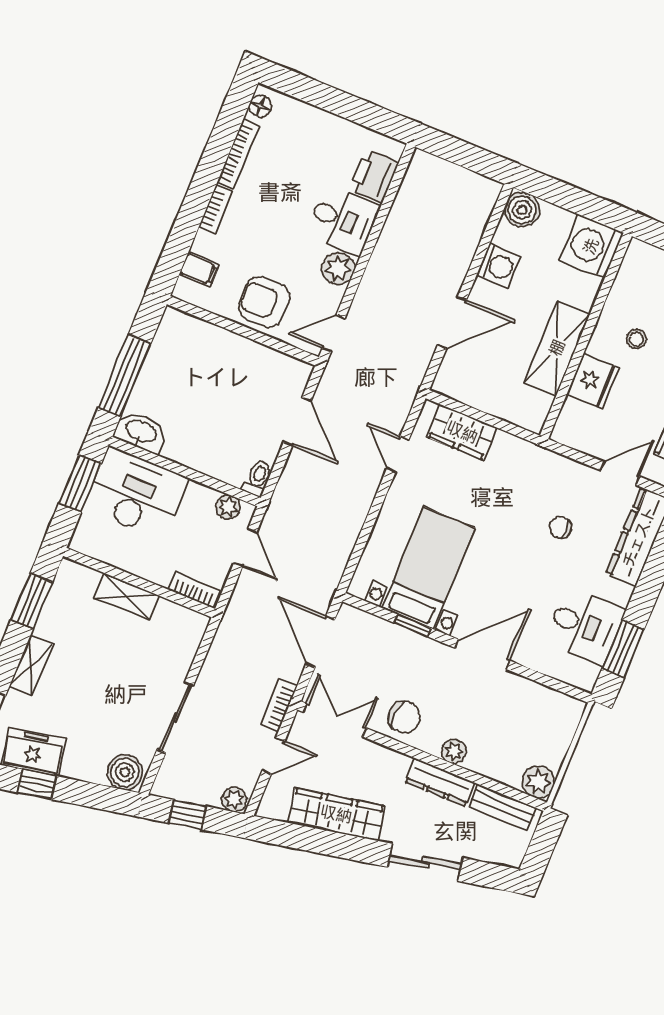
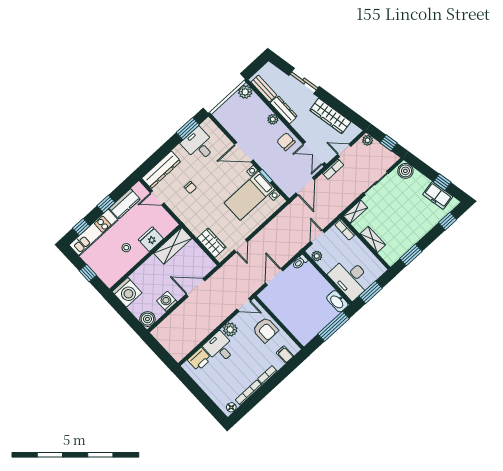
shelving: (557, 348) -> (173, 246), moved
shelving: (31, 666) -> (356, 212), moved

